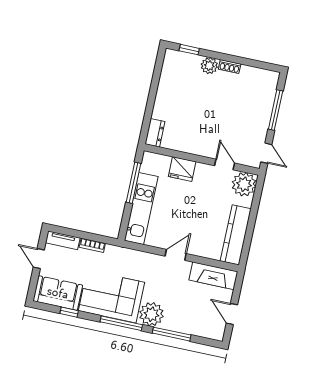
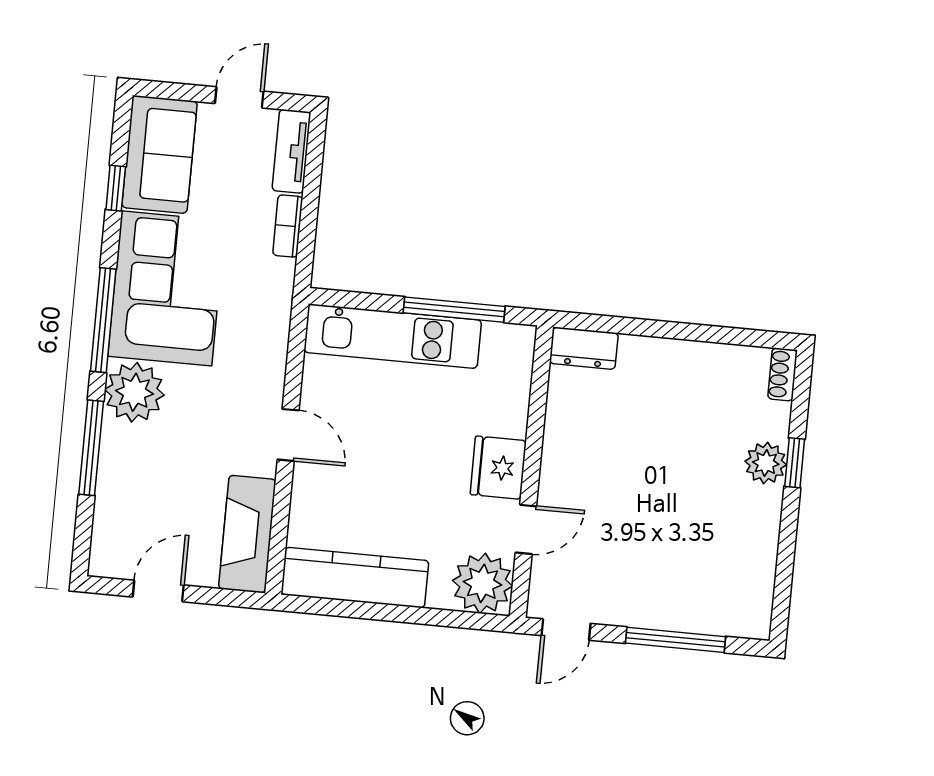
window: (189, 50) -> (795, 463), moved
shoe rack: (230, 67) -> (783, 374), moved
fridge: (182, 169) -> (498, 468), moved

